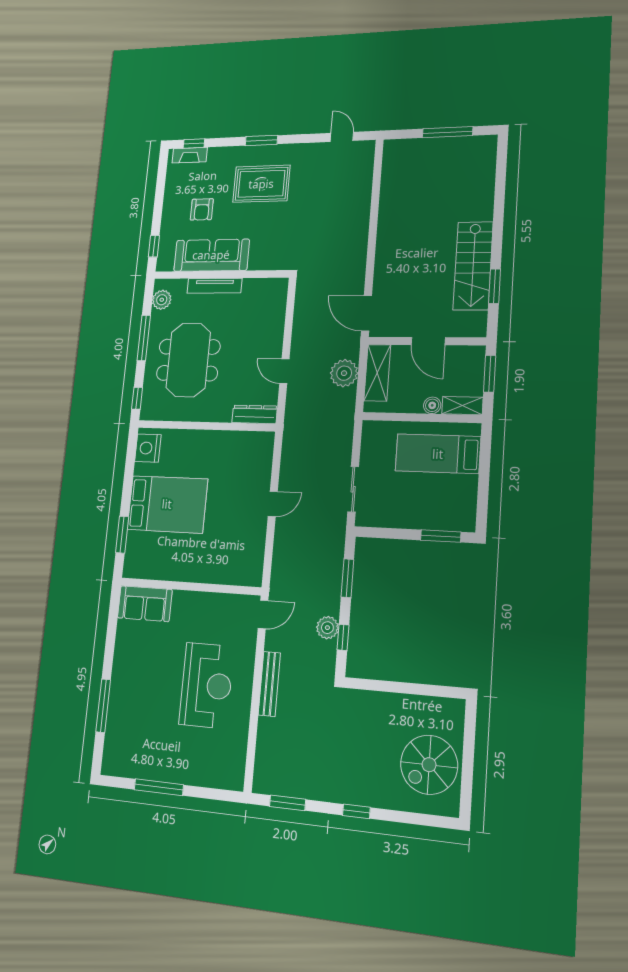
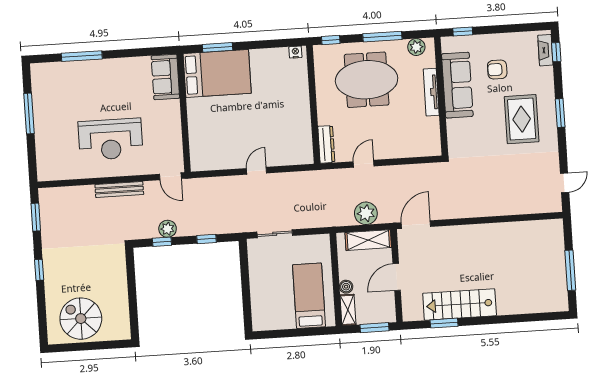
nightstand: (148, 448) -> (295, 52), width x0.53, depth x0.56
bed: (167, 504) -> (217, 73), moved, turned -90
door: (273, 504) -> (256, 171), swing flipped
window: (441, 536) -> (247, 306), removed
window: (347, 578) -> (207, 239), width x0.67

